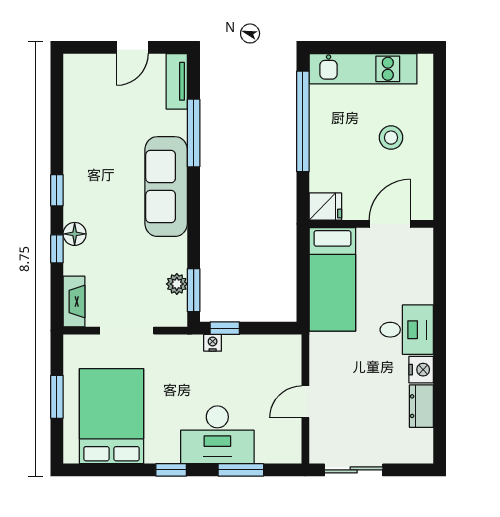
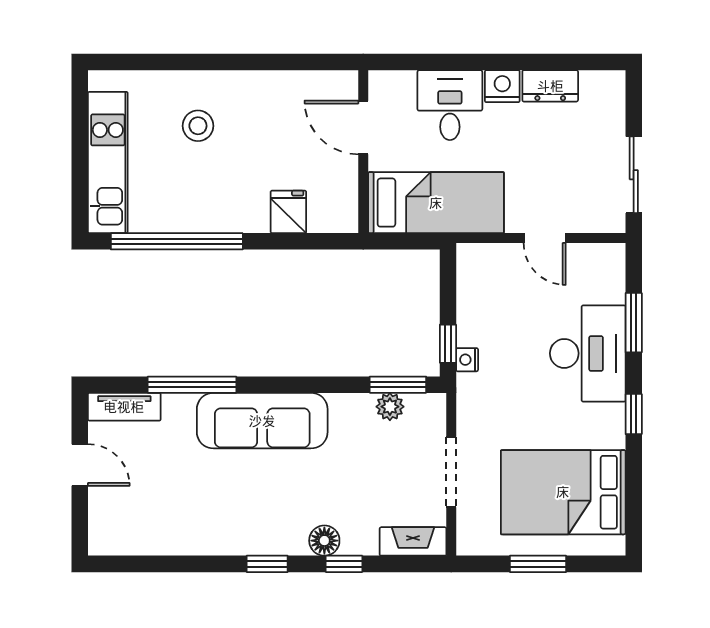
wall: (371, 224) -> (363, 152), moved
door: (390, 224) -> (363, 127), moved
bed: (332, 279) -> (436, 203), moved

